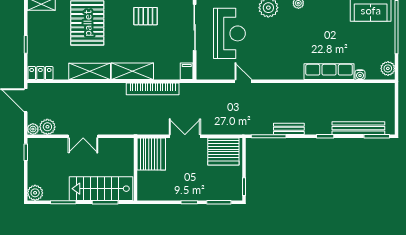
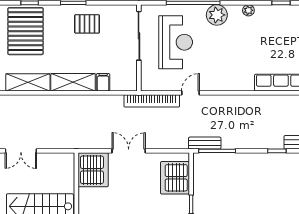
filing cabinet: (187, 71) -> (103, 82), moved
door: (243, 81) -> (190, 93), hinge flipped
bookcase: (153, 89) -> (152, 101), moved
bench: (289, 129) -> (205, 143), moved
server rack: (223, 152) -> (175, 178), moved, turned 90

